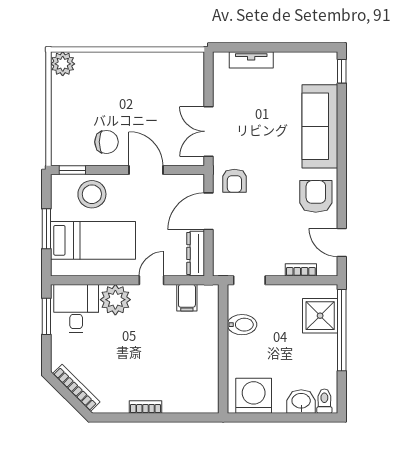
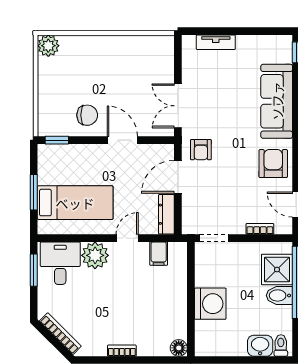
stool: (92, 194) -> (74, 162), removed
bidet: (242, 325) -> (279, 295), moved, turned 180
washing machine: (254, 396) -> (210, 304), moved, turned 90
floor lamp: (210, 404) -> (179, 348), added

